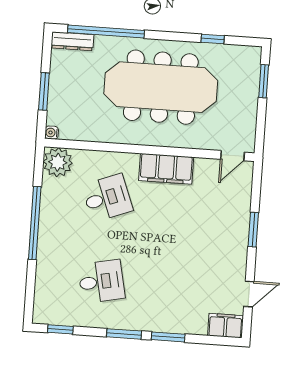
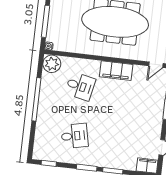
window: (44, 91) -> (45, 21), width x1.44
desk: (107, 198) -> (80, 86), turned 33

